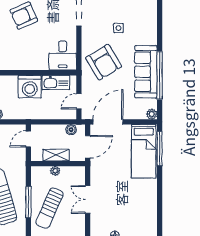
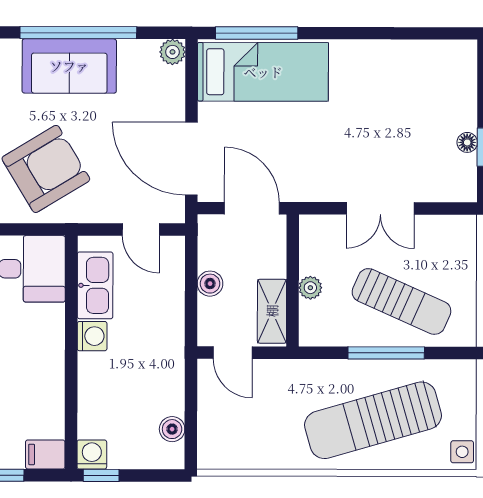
sofa: (146, 72) -> (69, 66), width x0.73
washing machine: (30, 87) -> (92, 336), width x0.53, depth x0.53
boiler: (71, 130) -> (210, 284), moved
shelving: (56, 155) -> (272, 311), moved

